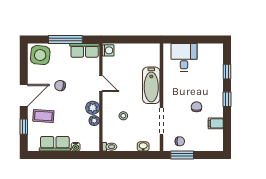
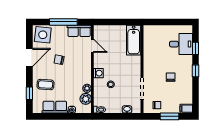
washing machine: (108, 50) -> (98, 73), moved
desk: (184, 57) -> (181, 44), moved, turned 90
door: (101, 84) -> (92, 46), moved
bathtub: (151, 85) -> (134, 40), moved
door: (24, 95) -> (29, 57), moved
plant: (93, 108) -> (86, 99), moved
filing cabinet: (216, 123) -> (186, 109), moved
window: (182, 155) -> (170, 116), moved

